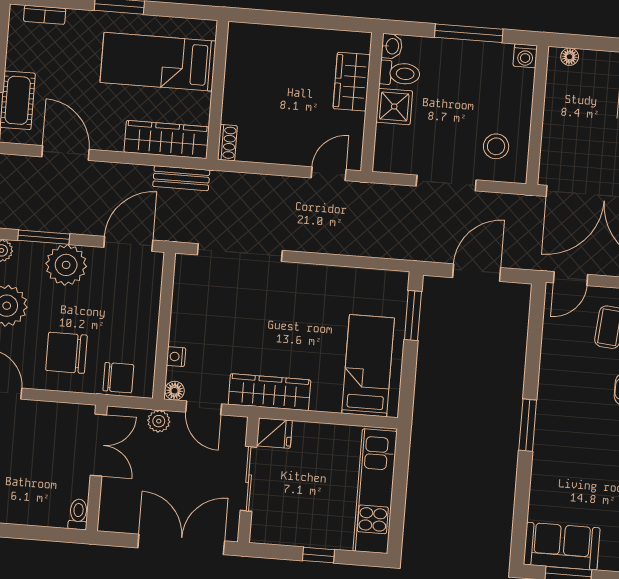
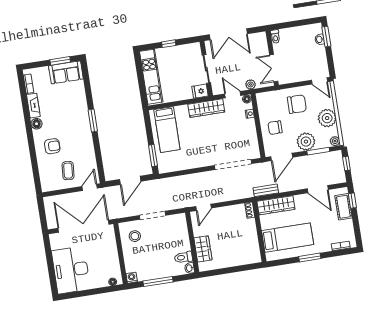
shower: (394, 107) -> (182, 243), removed
chair: (118, 378) -> (275, 128), moved

